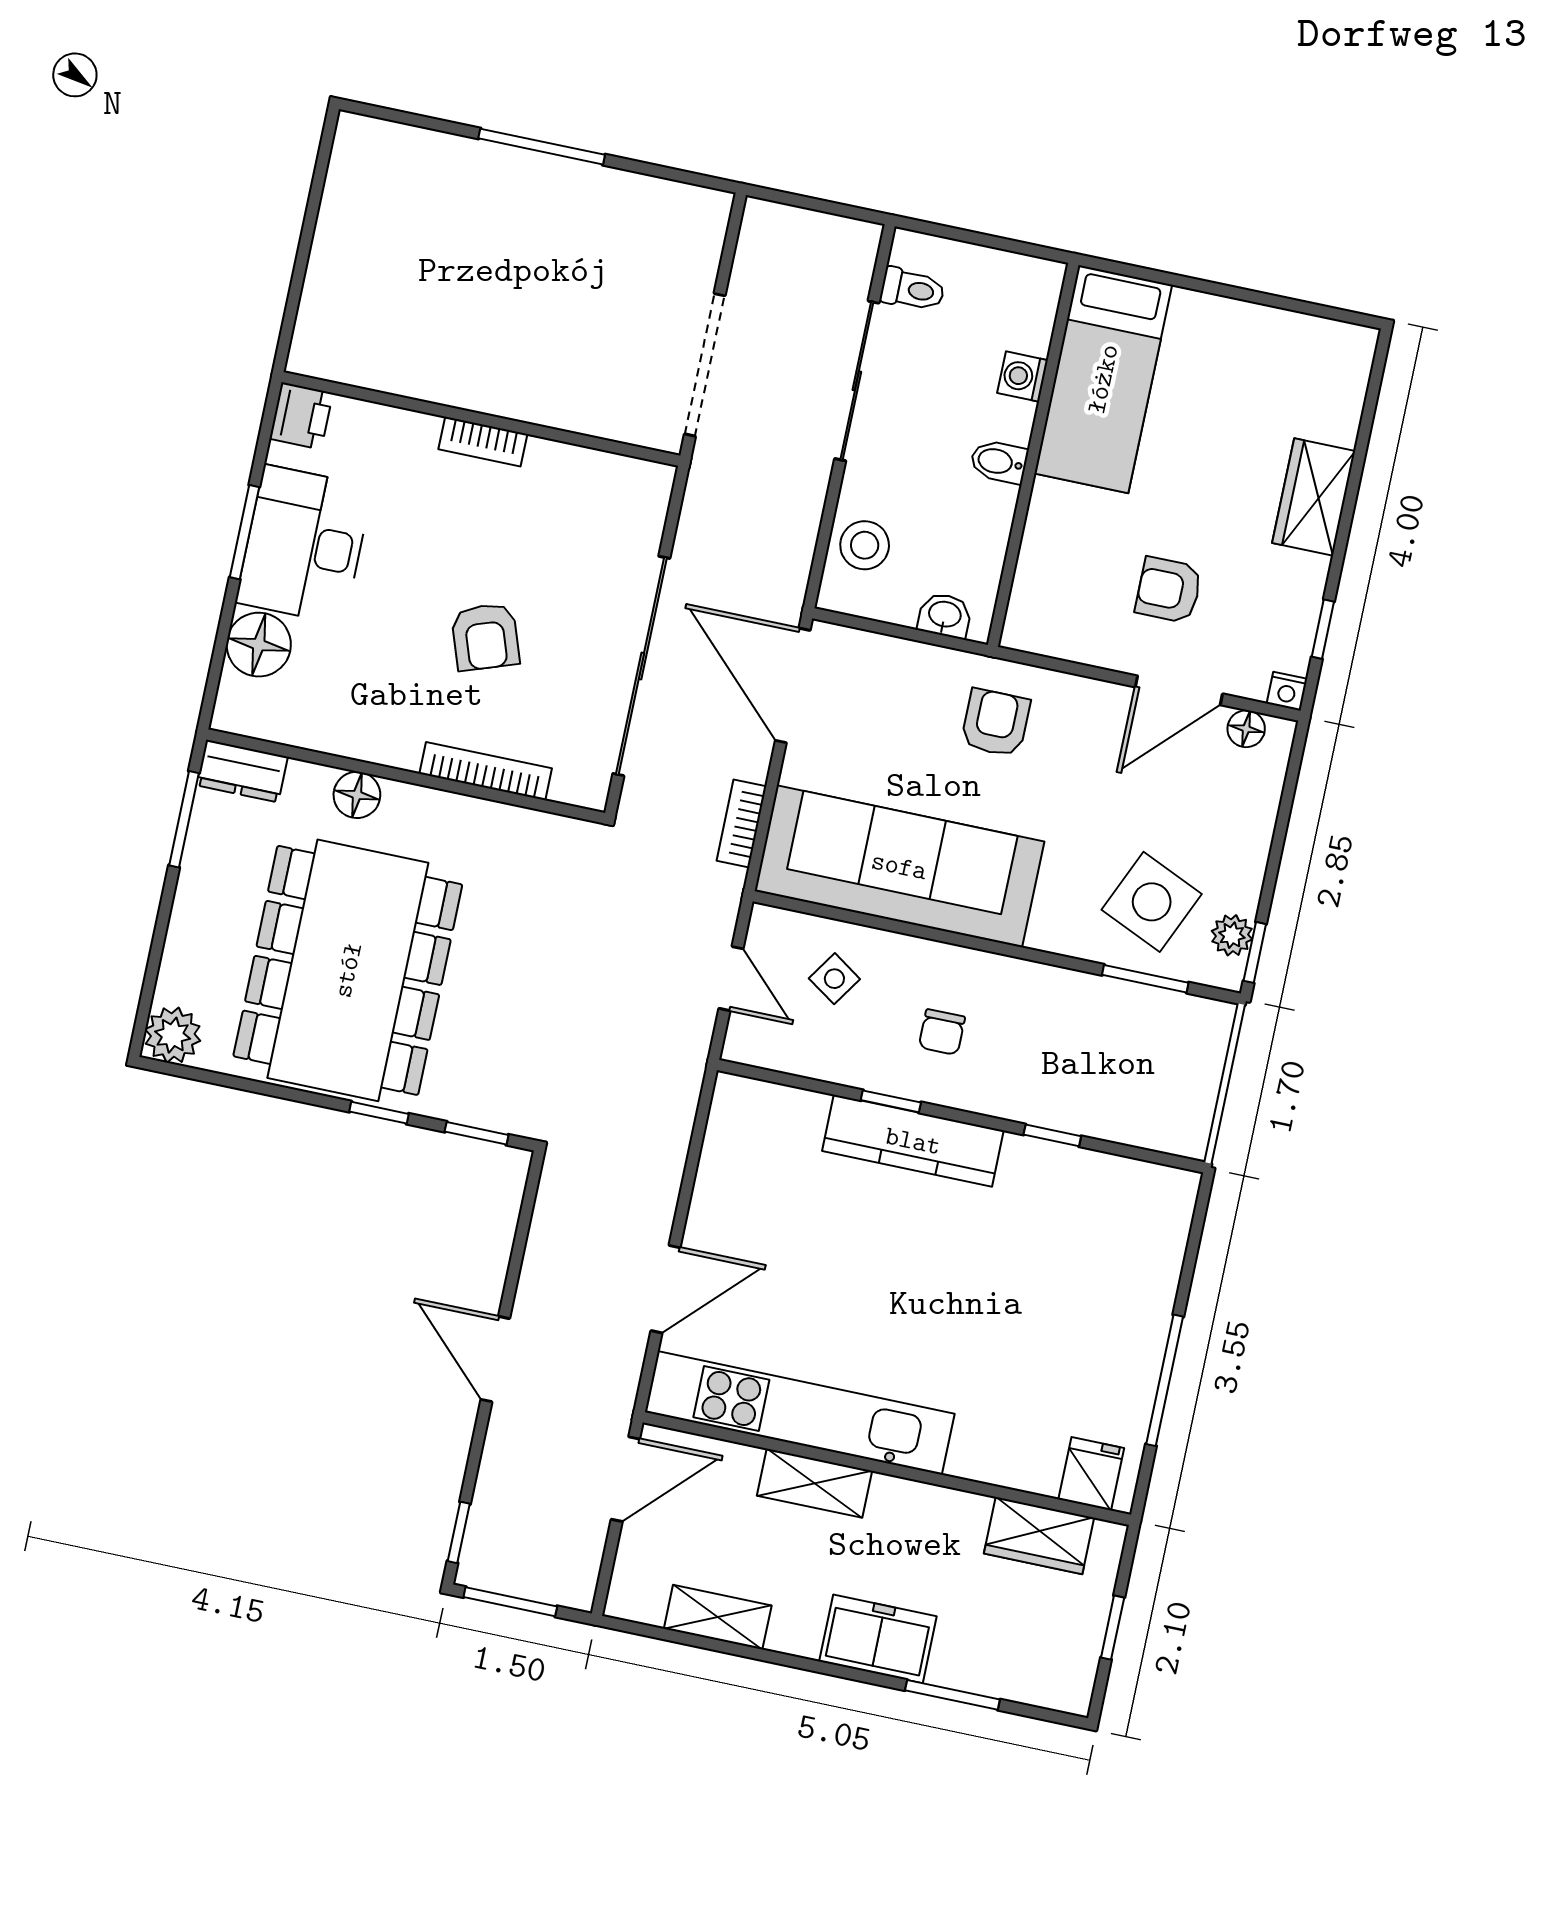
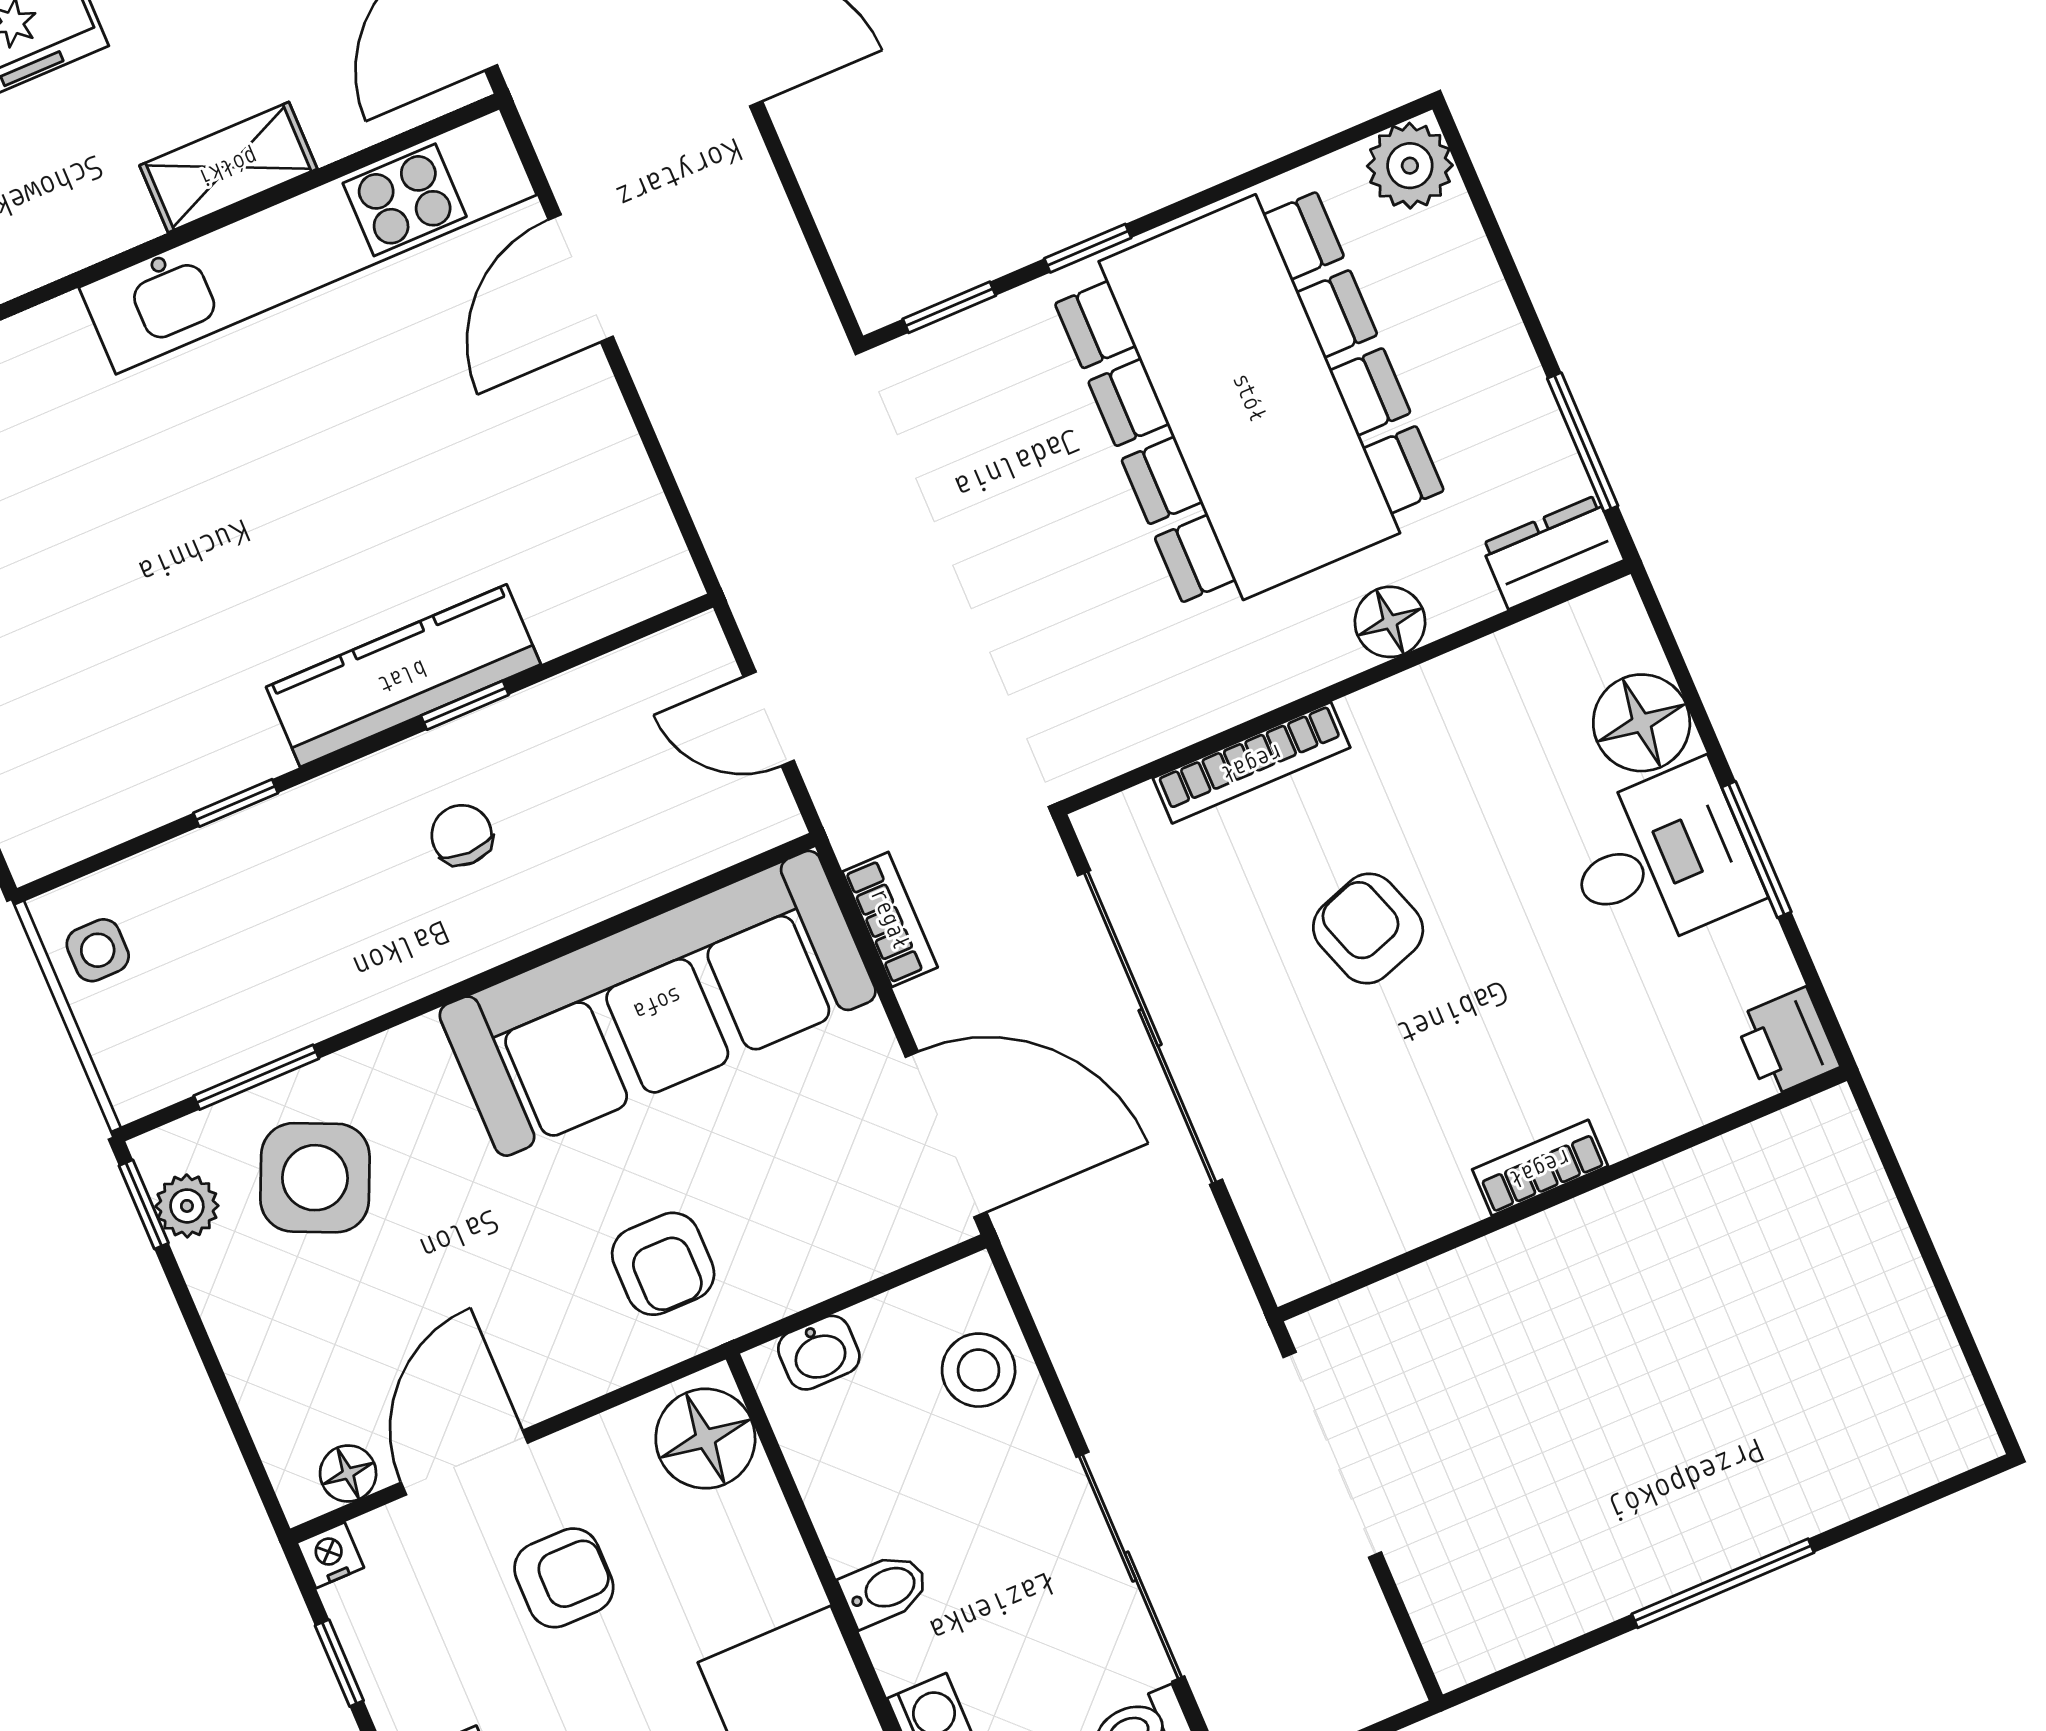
desk: (304, 545) -> (1661, 859), width x0.73
floor lamp: (1039, 612) -> (705, 1439), added
side table: (834, 979) -> (98, 950), moved, turned -34

